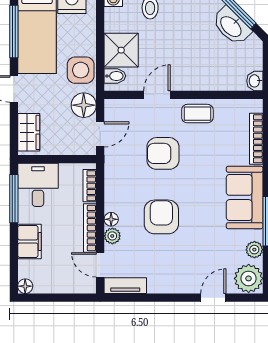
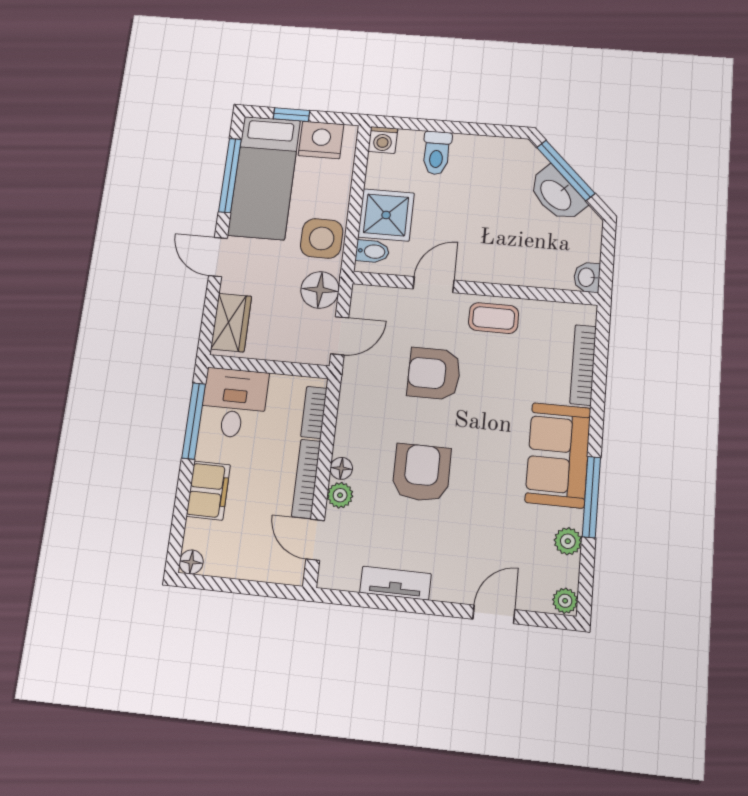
plant: (249, 278) -> (565, 601), width x0.53, depth x0.53
tv unit: (125, 286) -> (395, 583), moved

